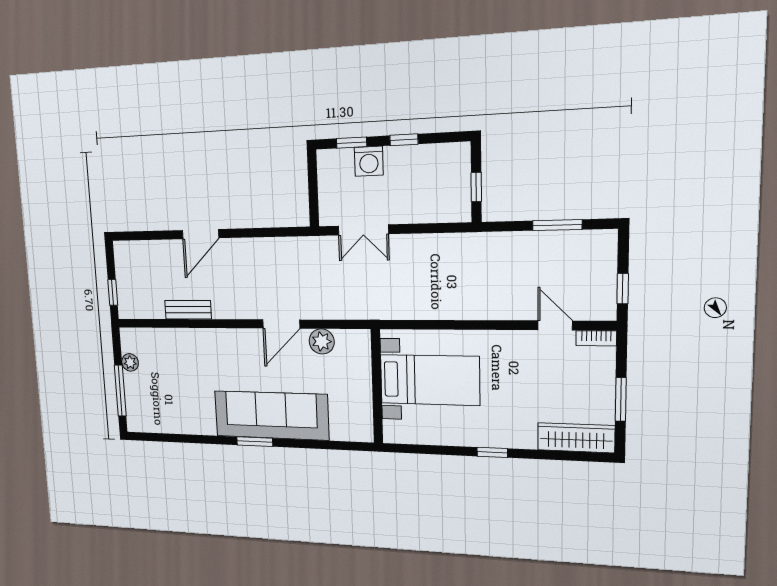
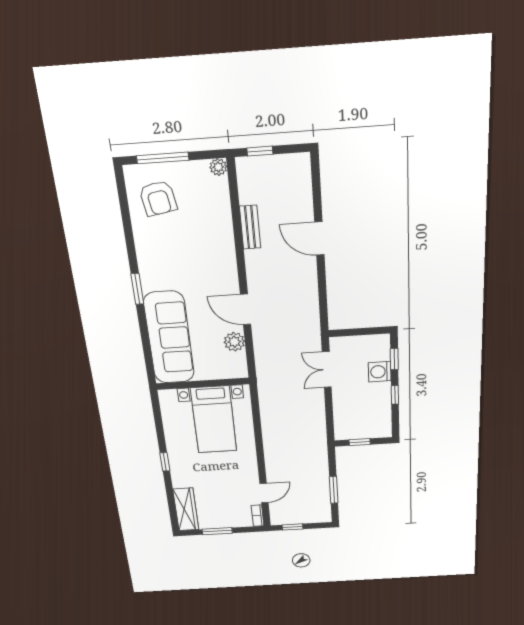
plant: (130, 362) -> (218, 167), moved
armchair: (159, 402) -> (158, 198), added
sofa: (271, 415) -> (169, 338), moved

